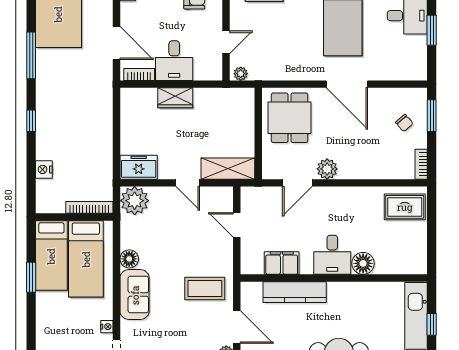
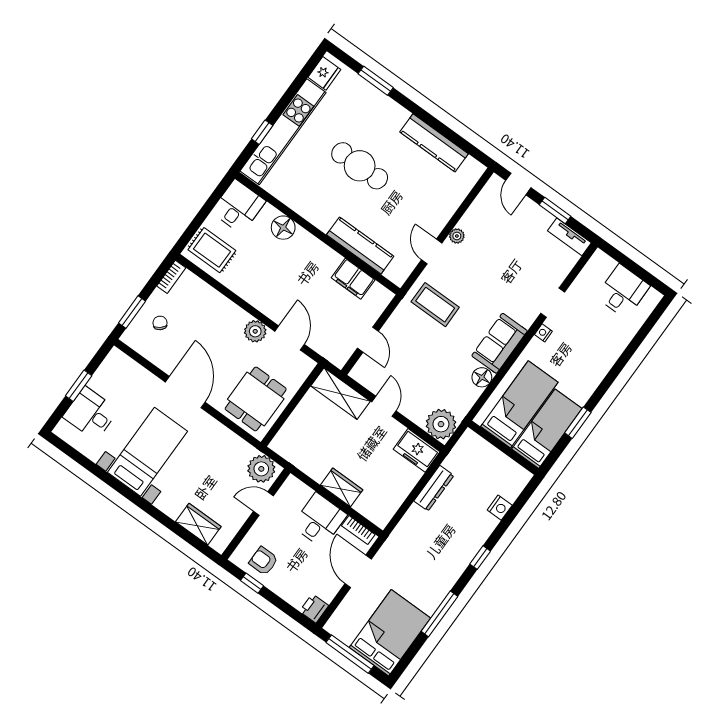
plant: (241, 74) -> (261, 469), width x1.87, depth x1.87
dresser: (105, 148) -> (434, 488), added
door: (297, 183) -> (290, 338), hinge flipped
bookcase: (89, 207) -> (484, 447), removed
desk: (332, 255) -> (238, 206), moved
door: (237, 327) -> (432, 252), width x0.73

